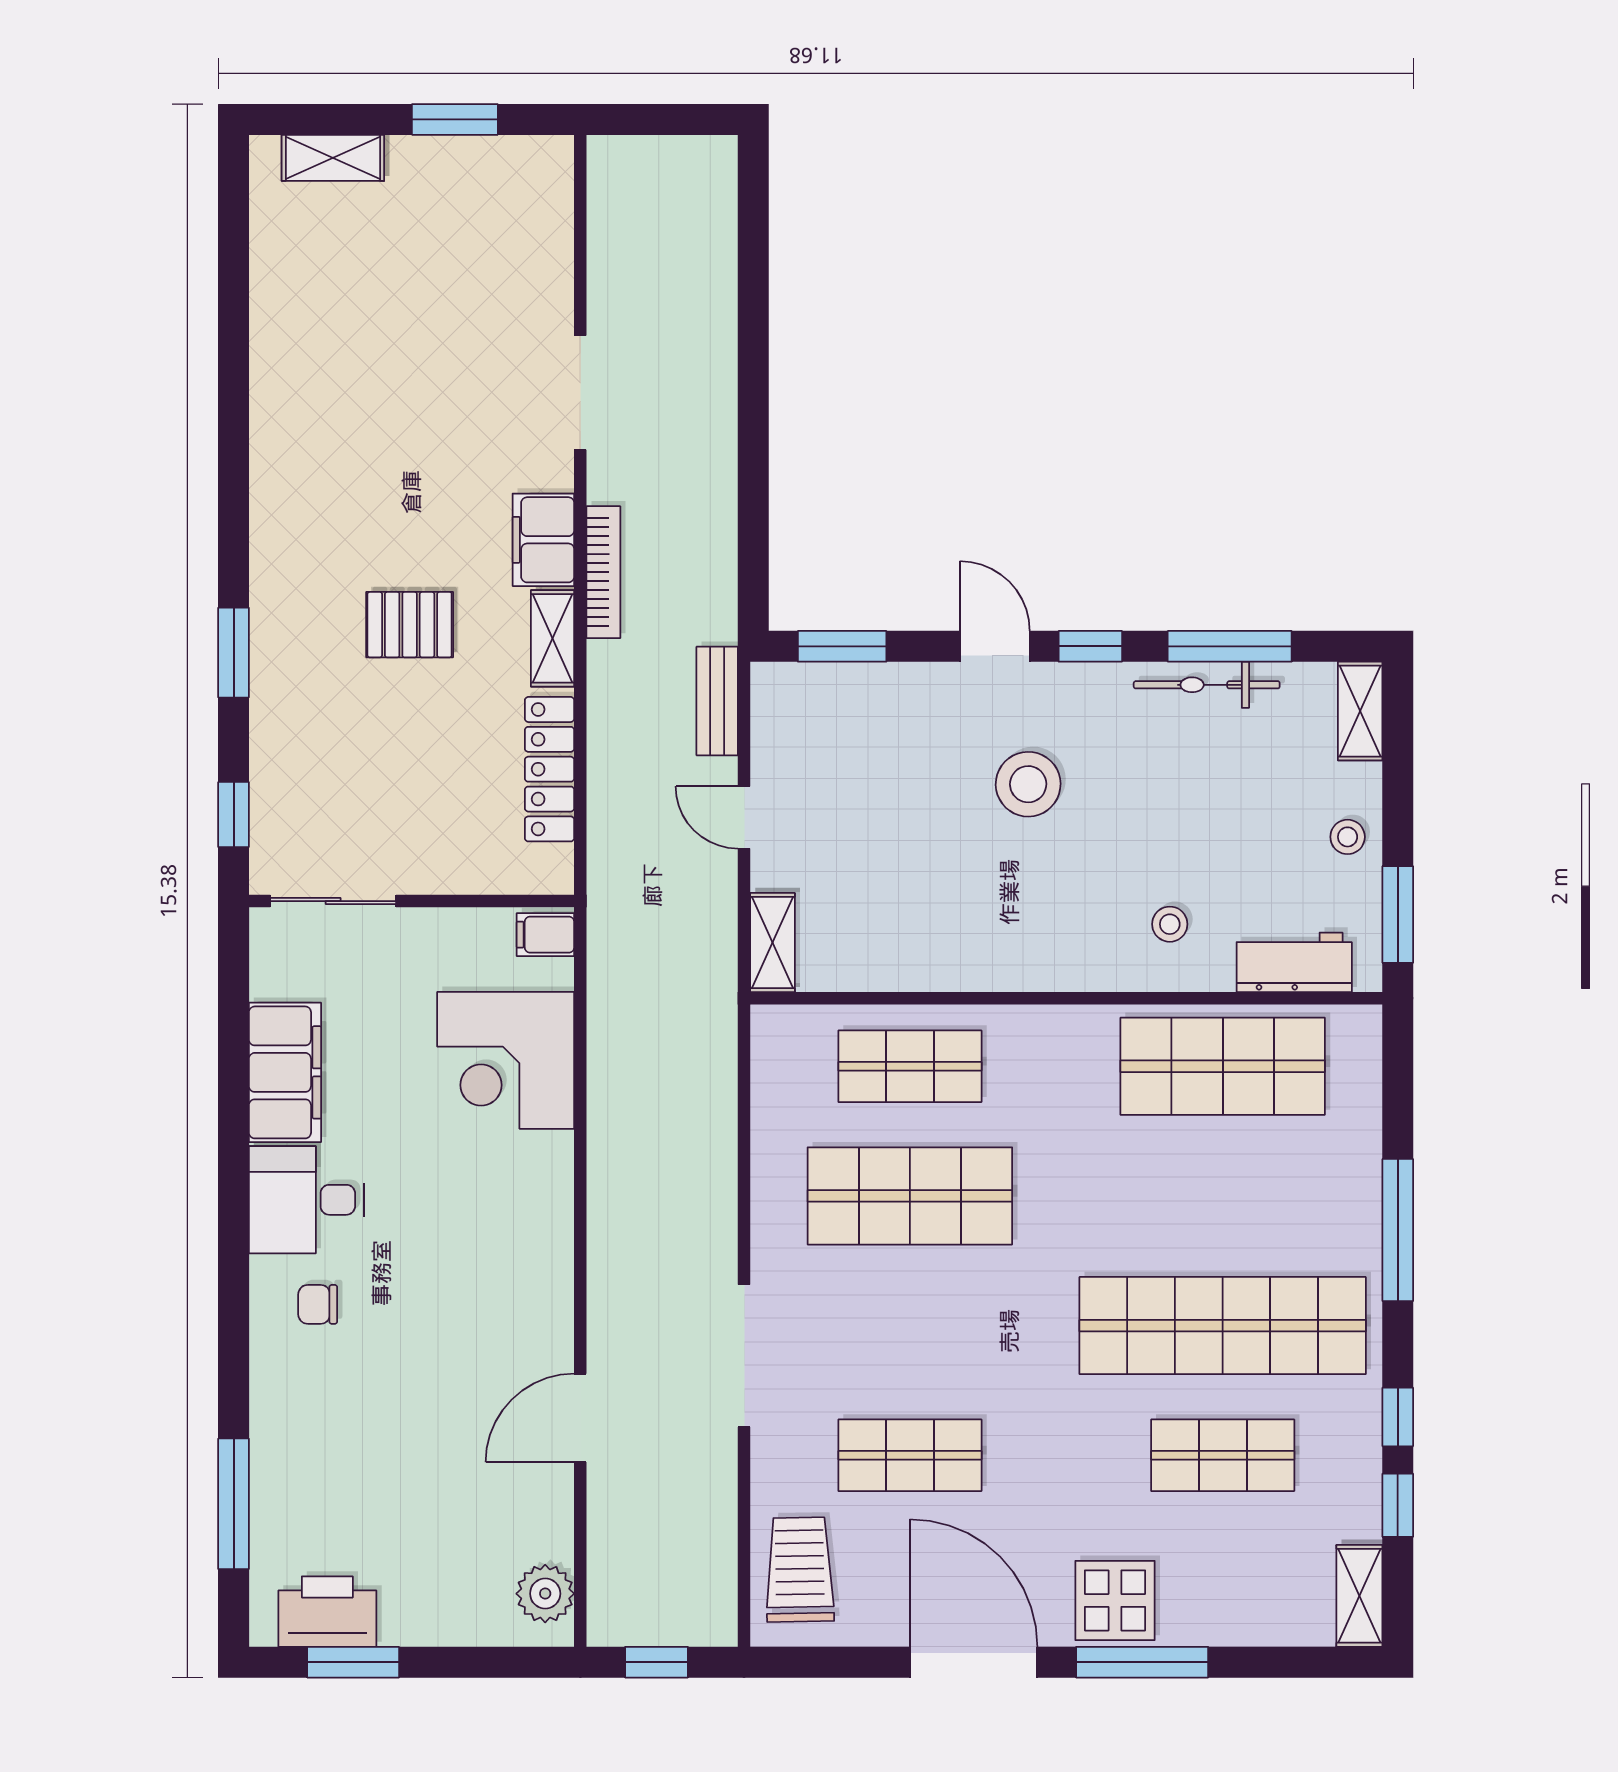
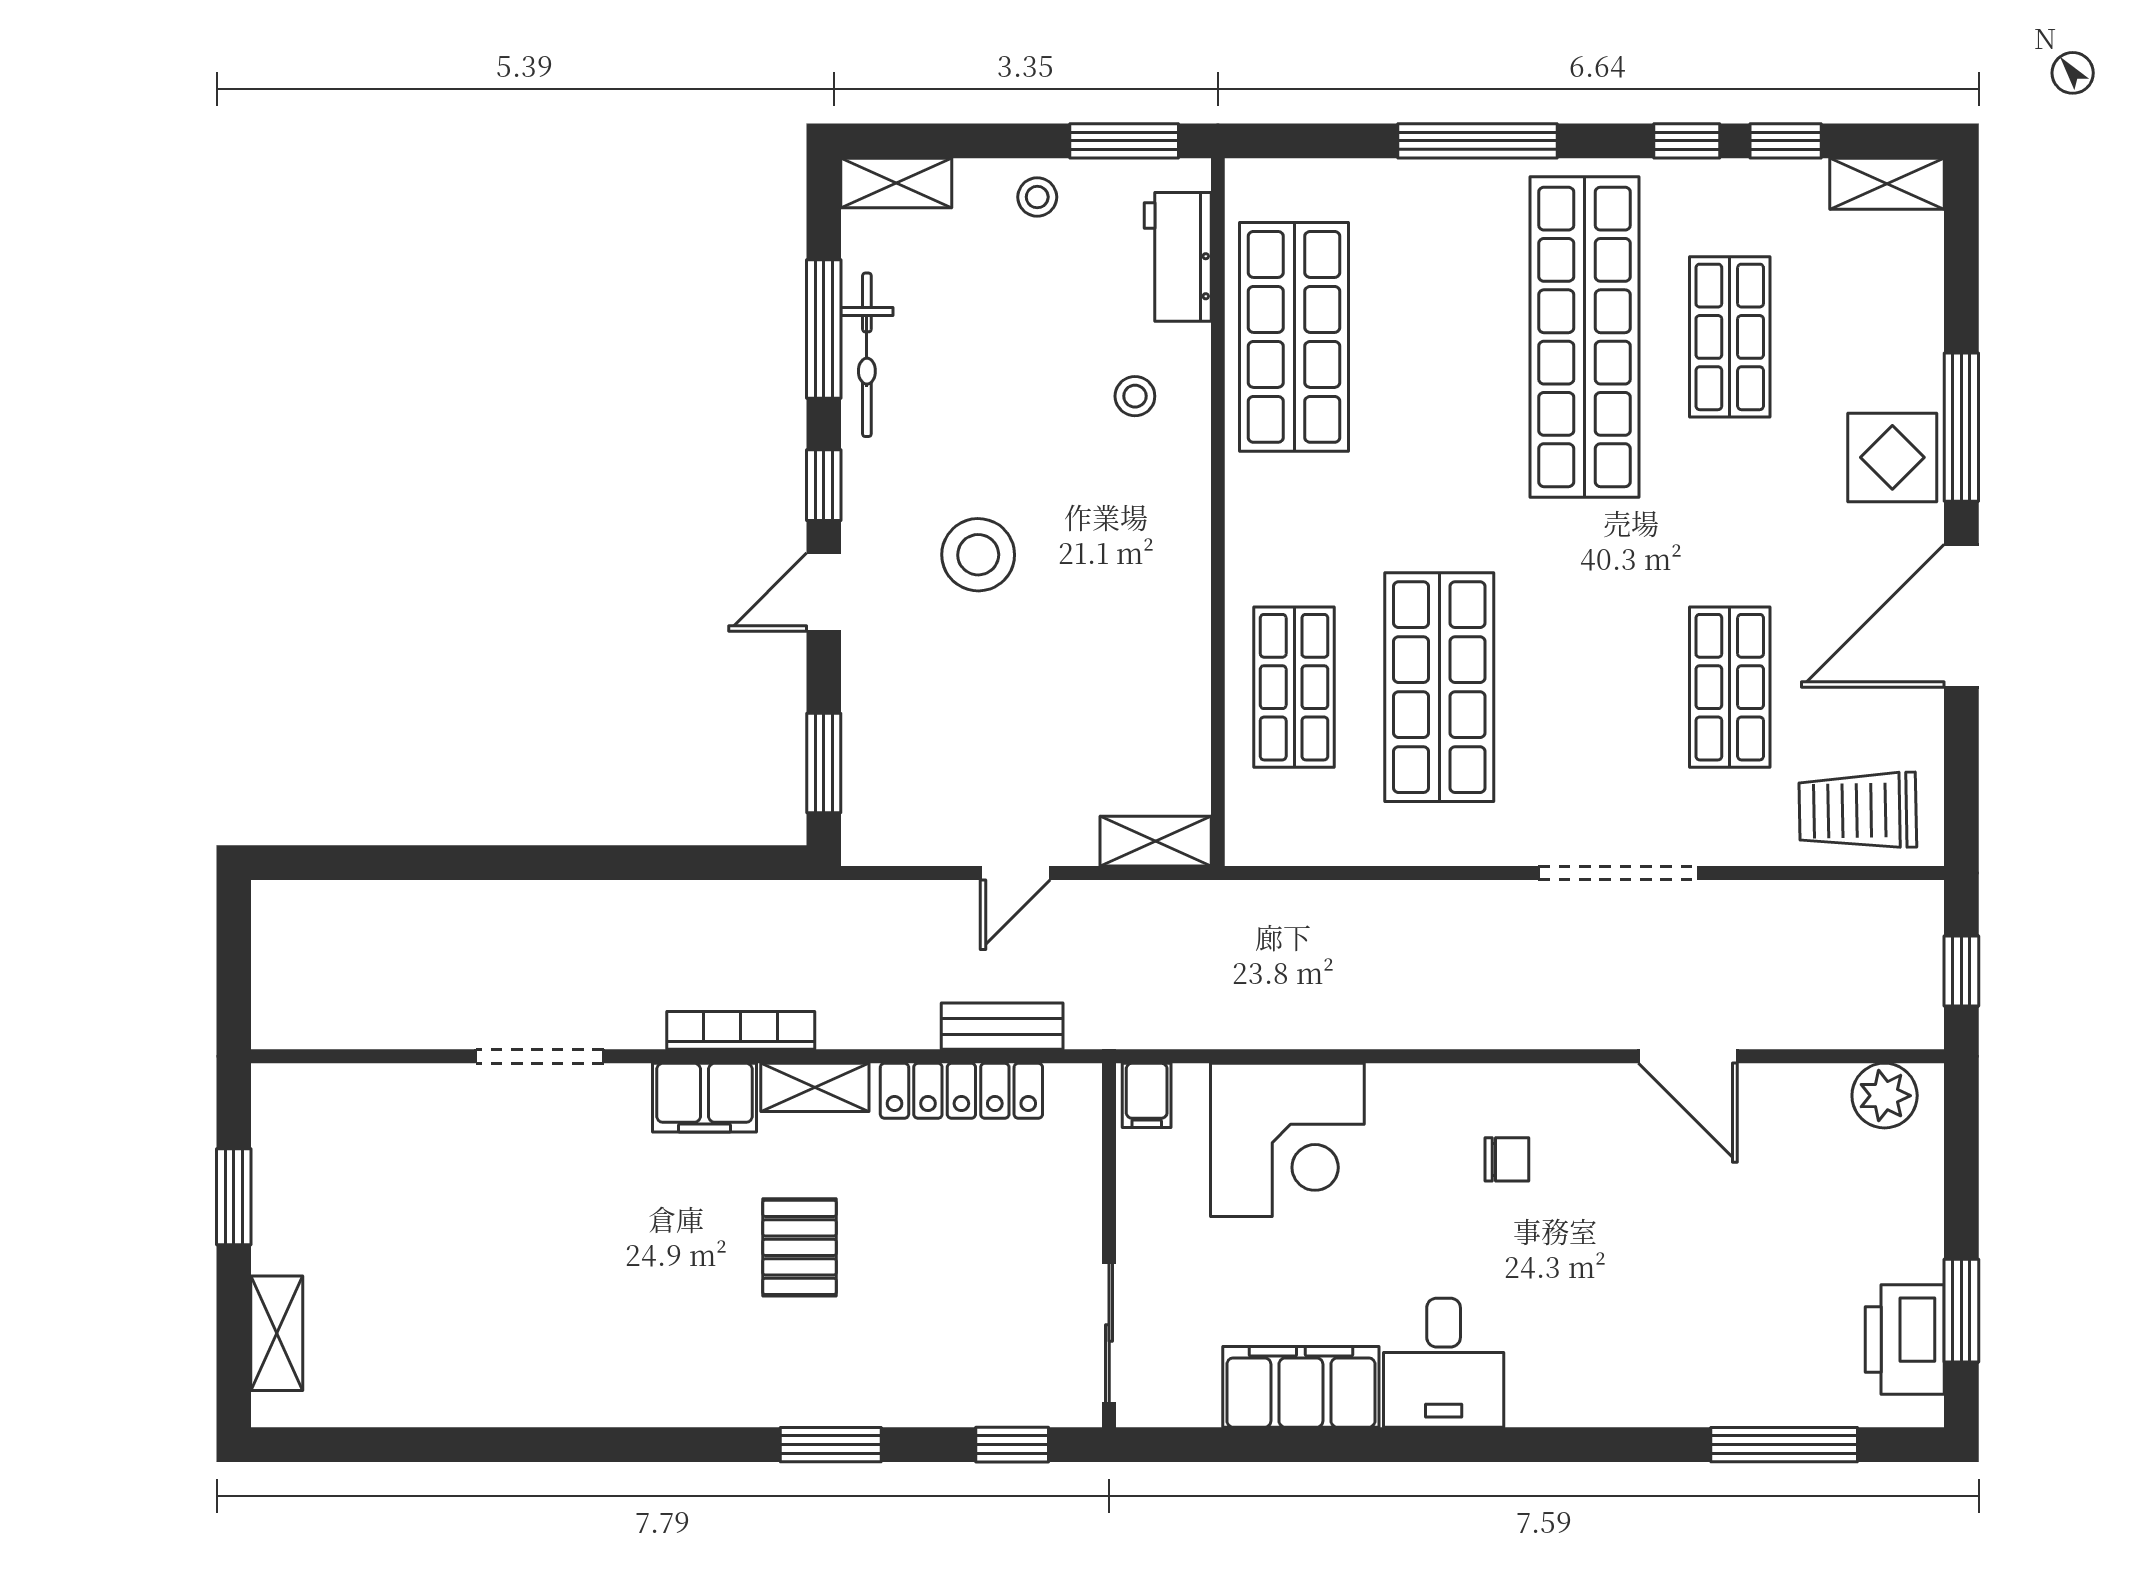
bench: (717, 701) -> (1002, 1026), moved
chair: (318, 1304) -> (1507, 1159), moved, turned -90

